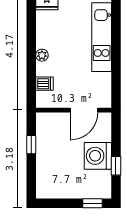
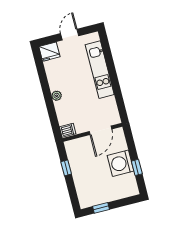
dishwasher: (45, 84) -> (68, 130), moved
window: (92, 203) -> (101, 208), moved

